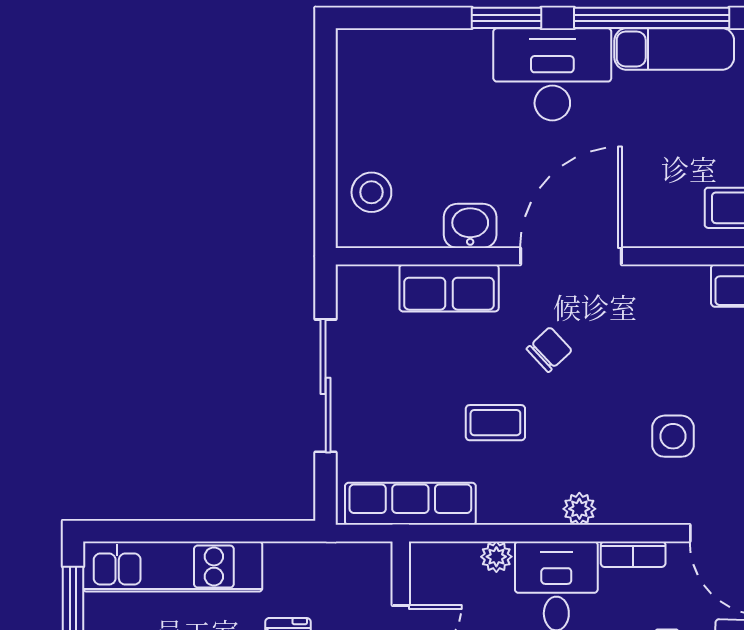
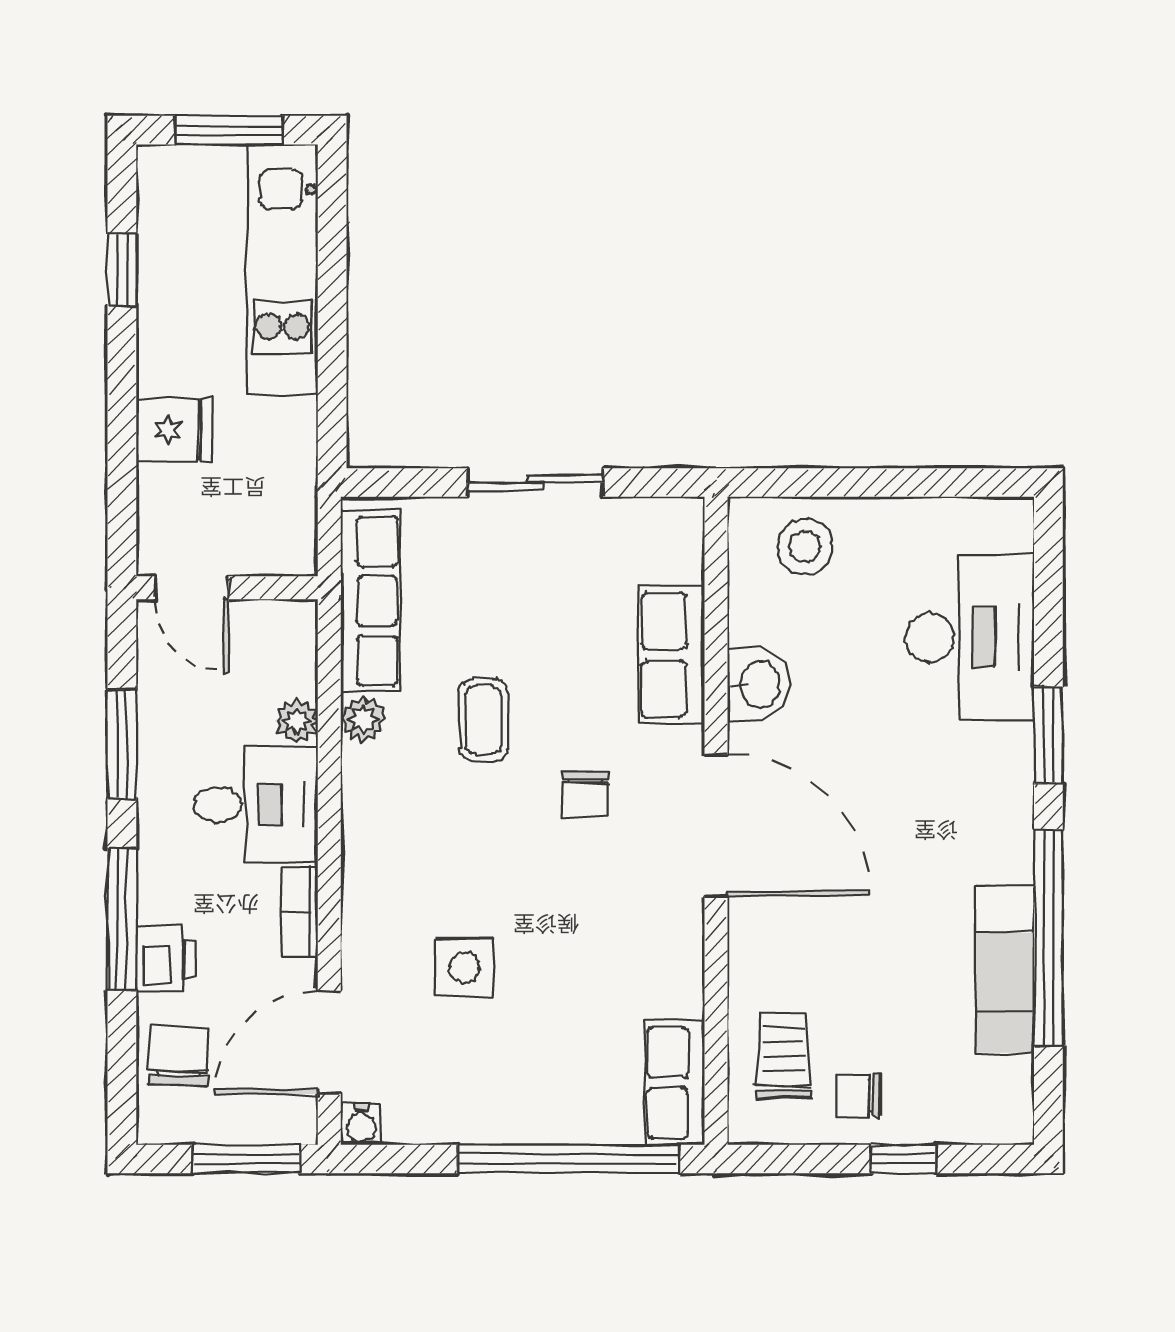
desk: (552, 74) -> (970, 638), moved
chair: (549, 350) -> (585, 795), turned 43
sliding door: (326, 386) -> (535, 483), width x0.73
plant: (579, 509) -> (363, 719), moved

